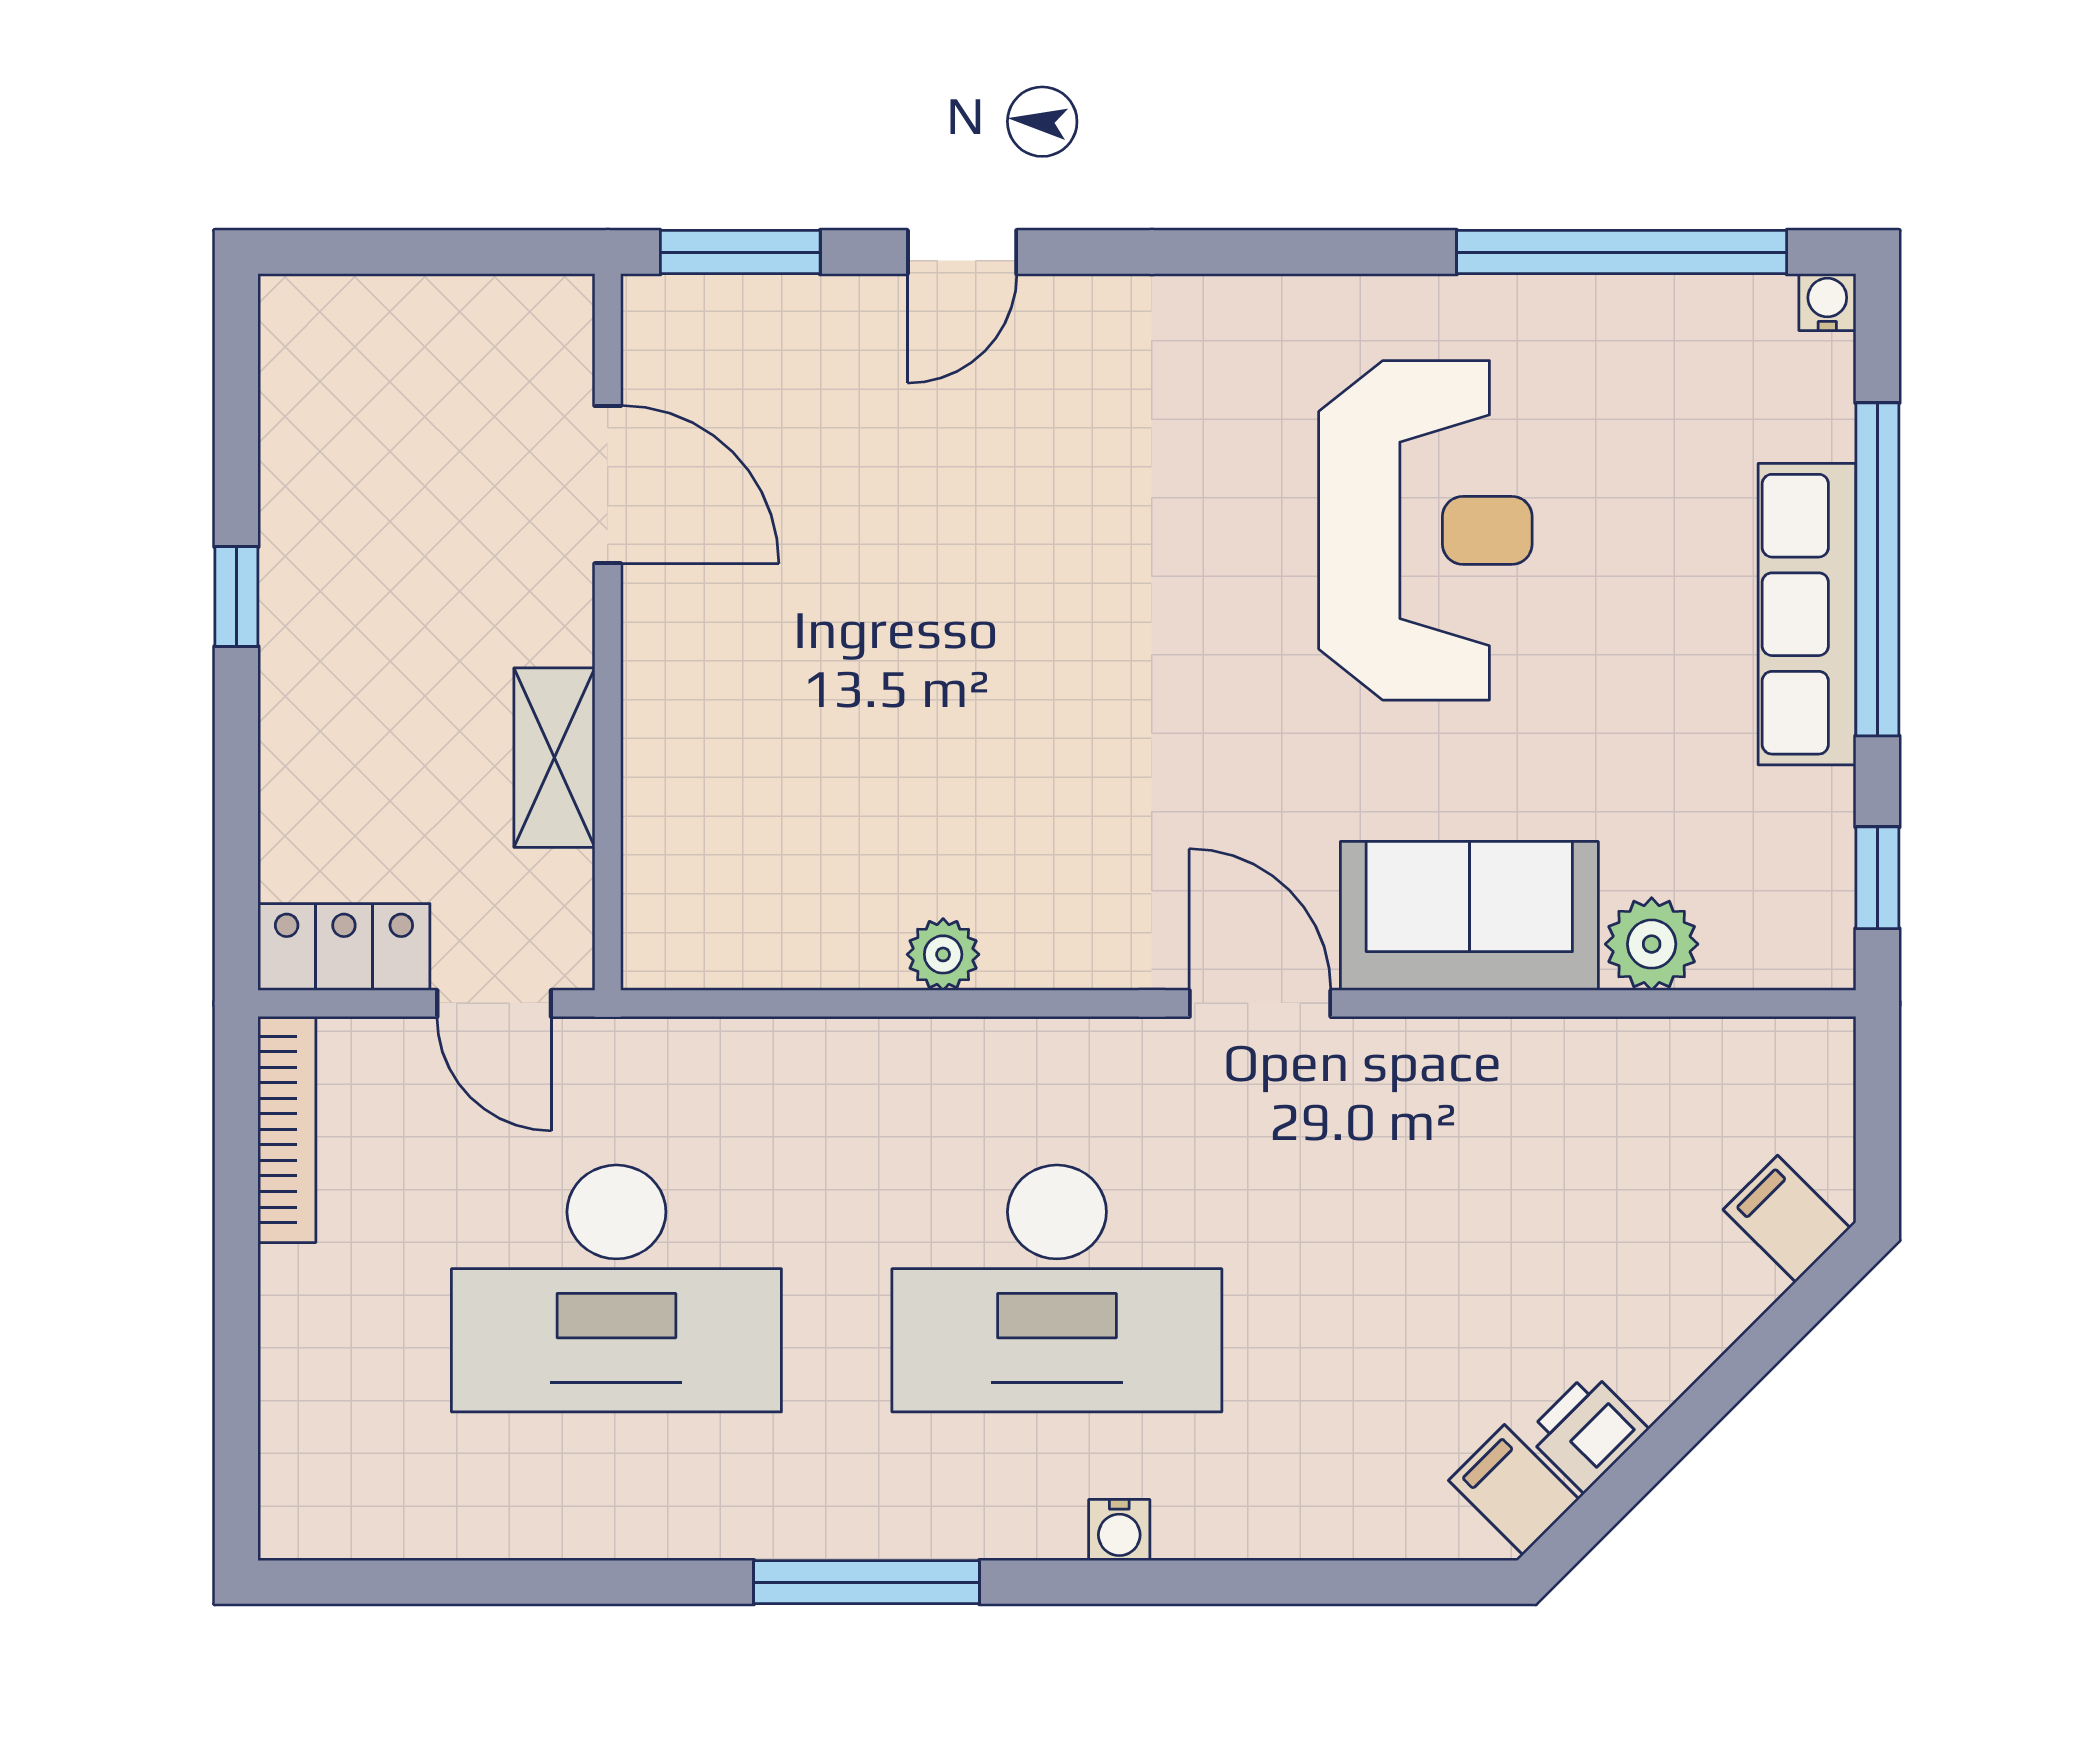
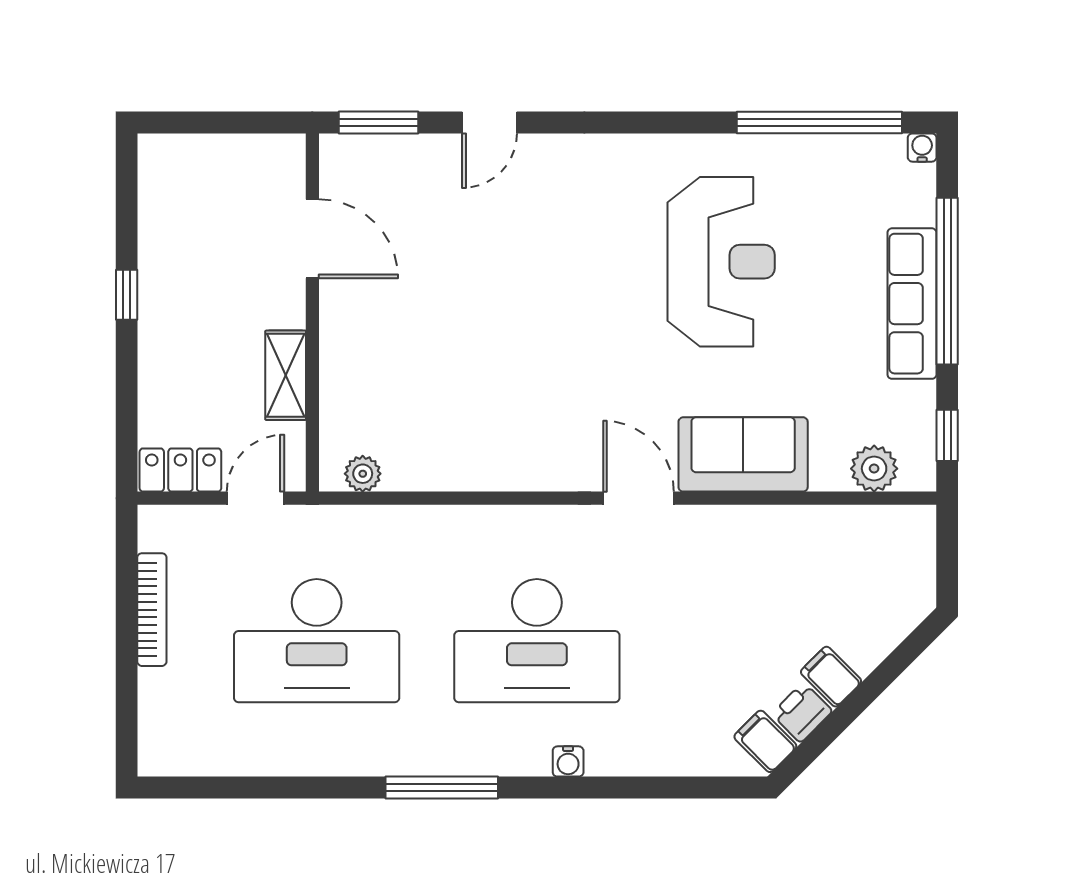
plant: (1652, 944) -> (874, 469), moved
plant: (943, 954) -> (363, 474), moved
door: (494, 1003) -> (255, 498), swing flipped
bookcase: (287, 1129) -> (152, 610), moved
filing cabinet: (1787, 1219) -> (831, 677), moved

